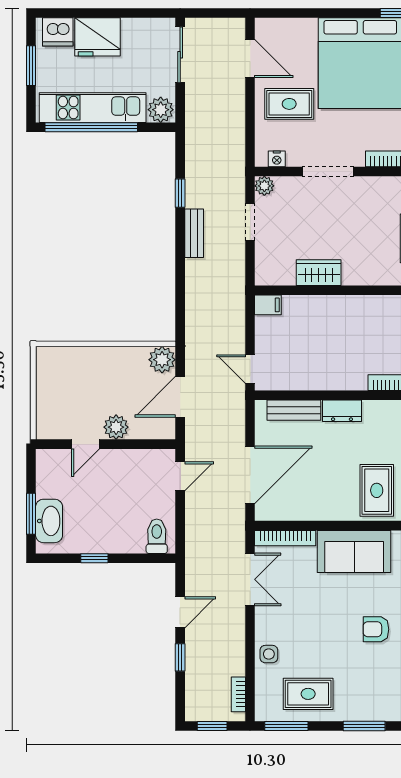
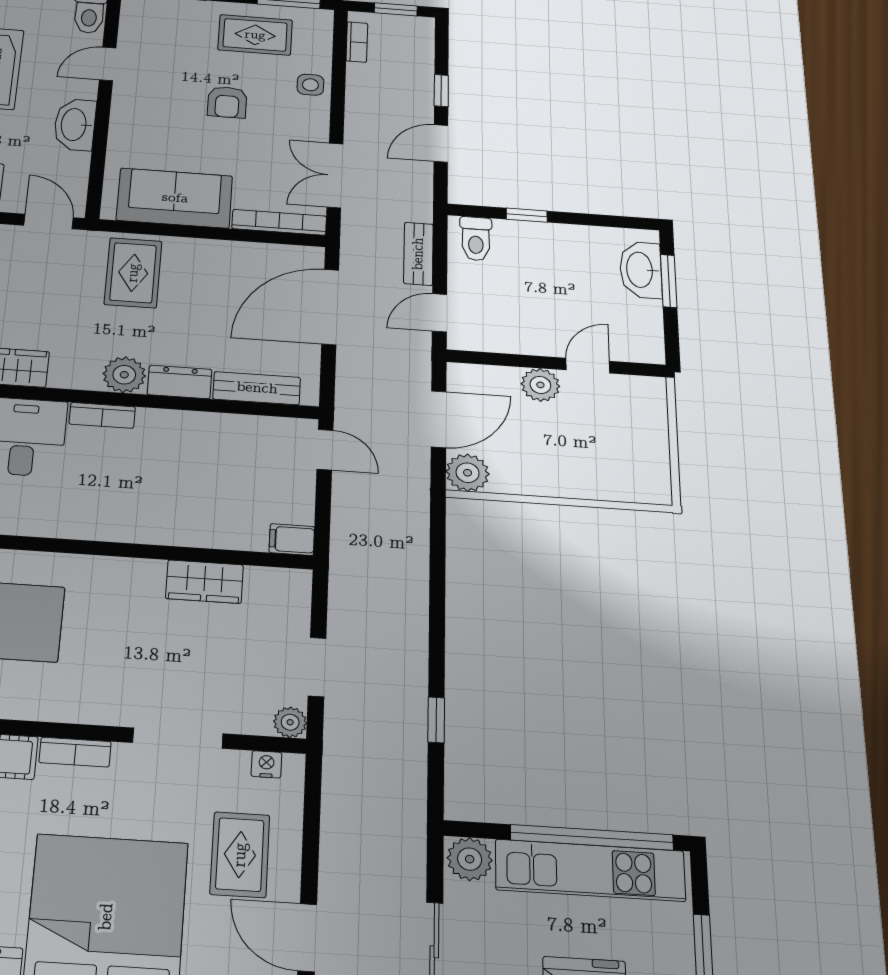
rug: (289, 104) -> (240, 855), turned 90
bench: (194, 233) -> (418, 254), moved
plant: (377, 413) -> (124, 375), added
window: (94, 558) -> (527, 215), moved
armchair: (376, 629) -> (227, 102), moved, turned 90

